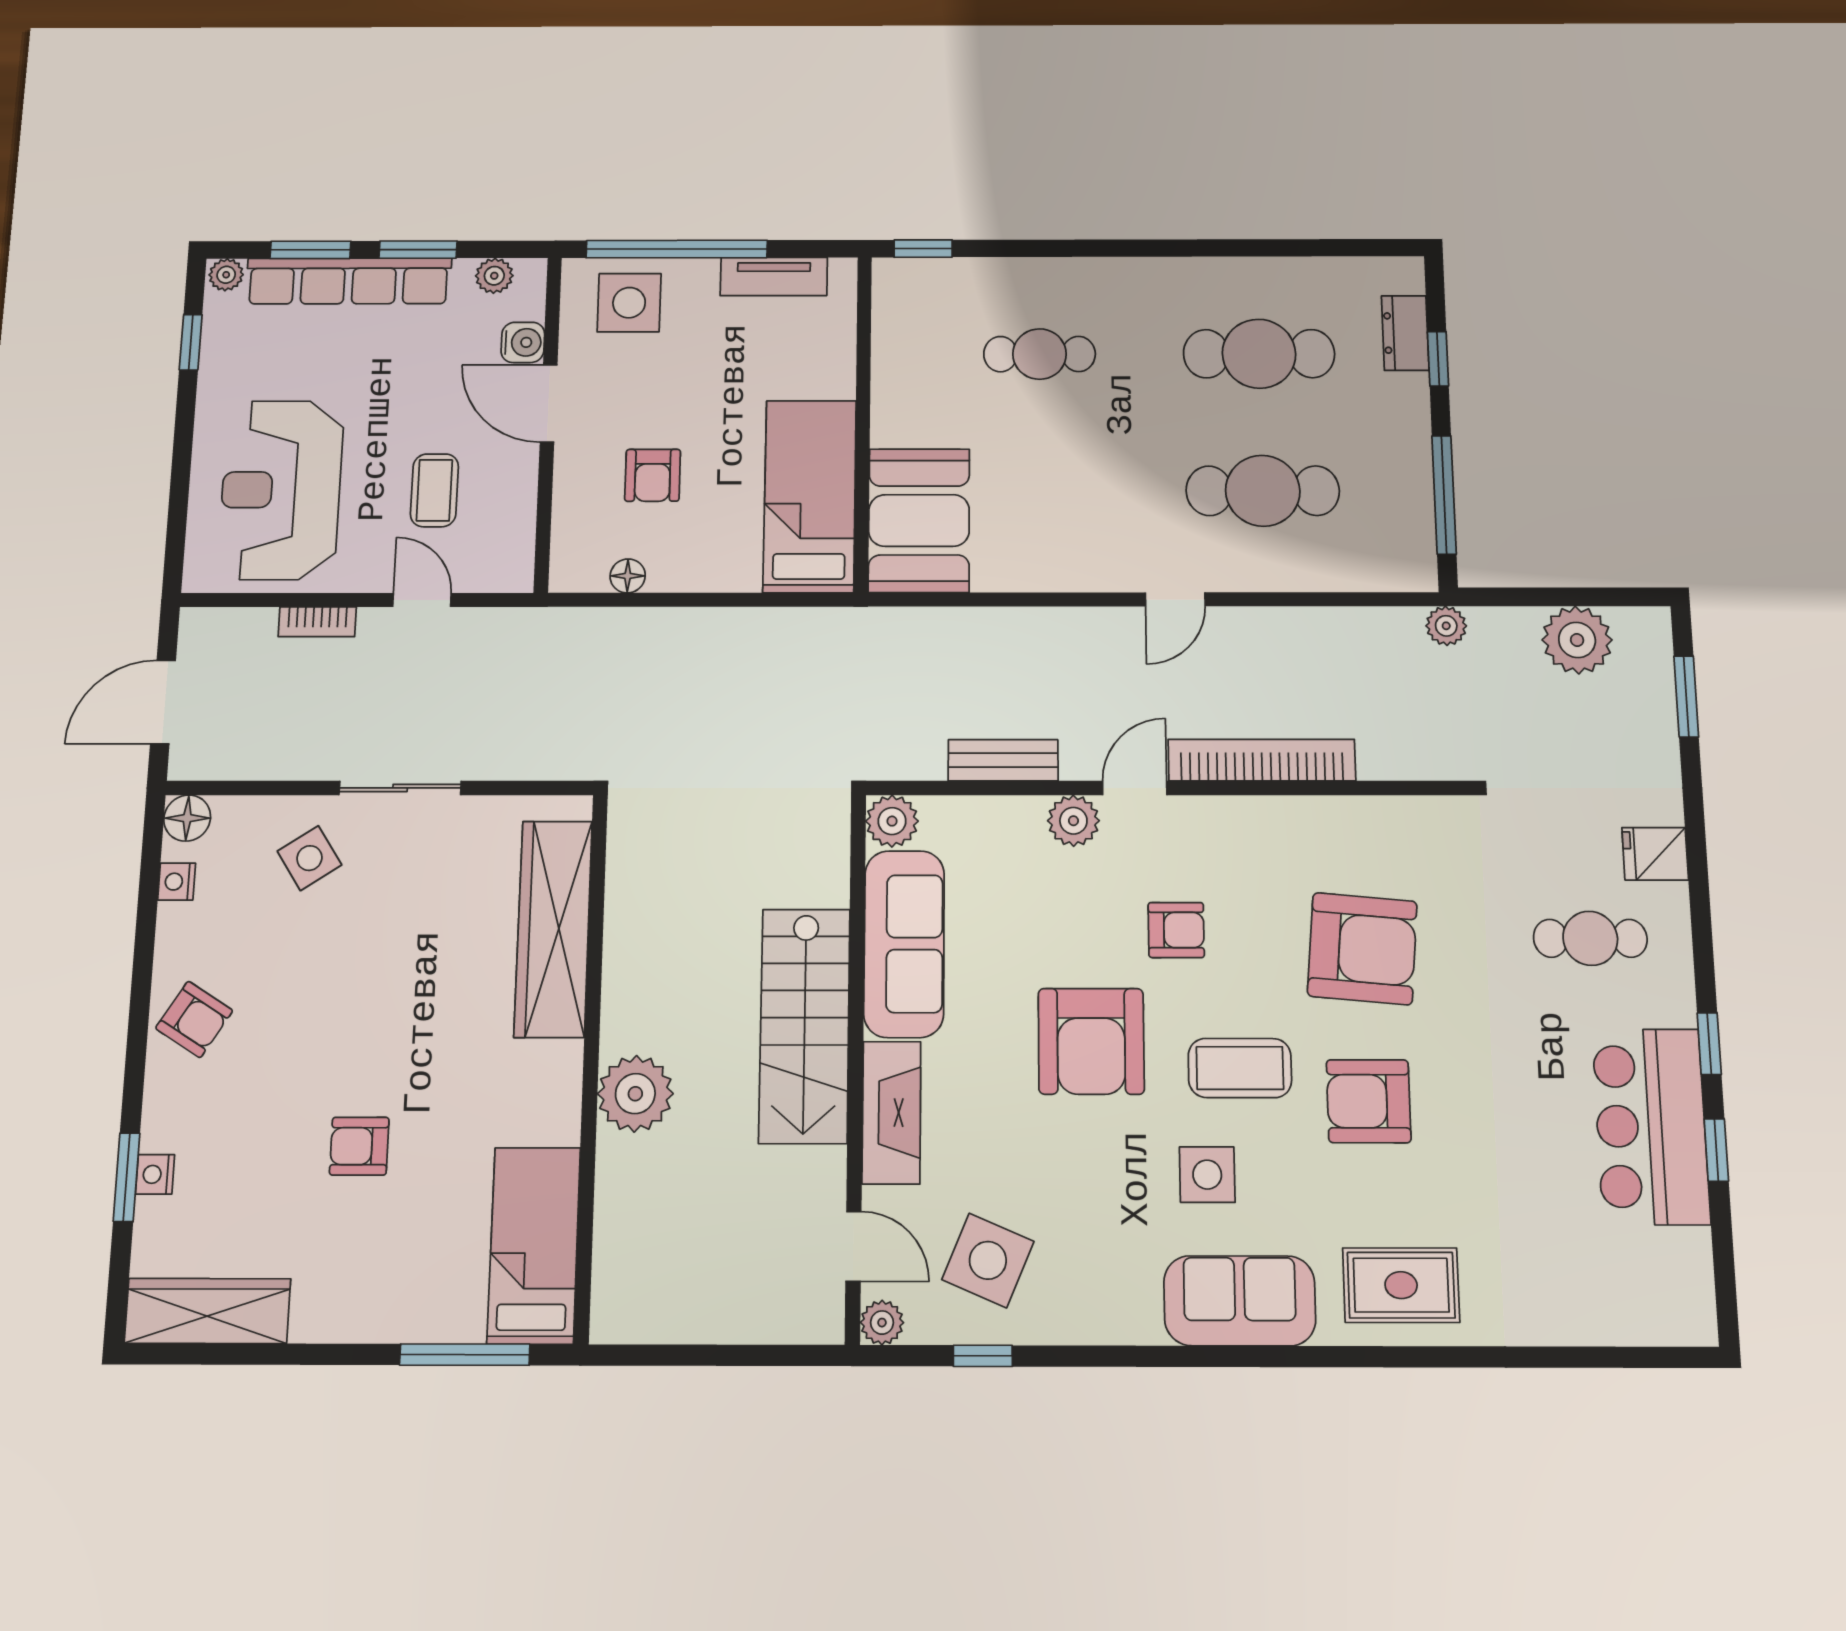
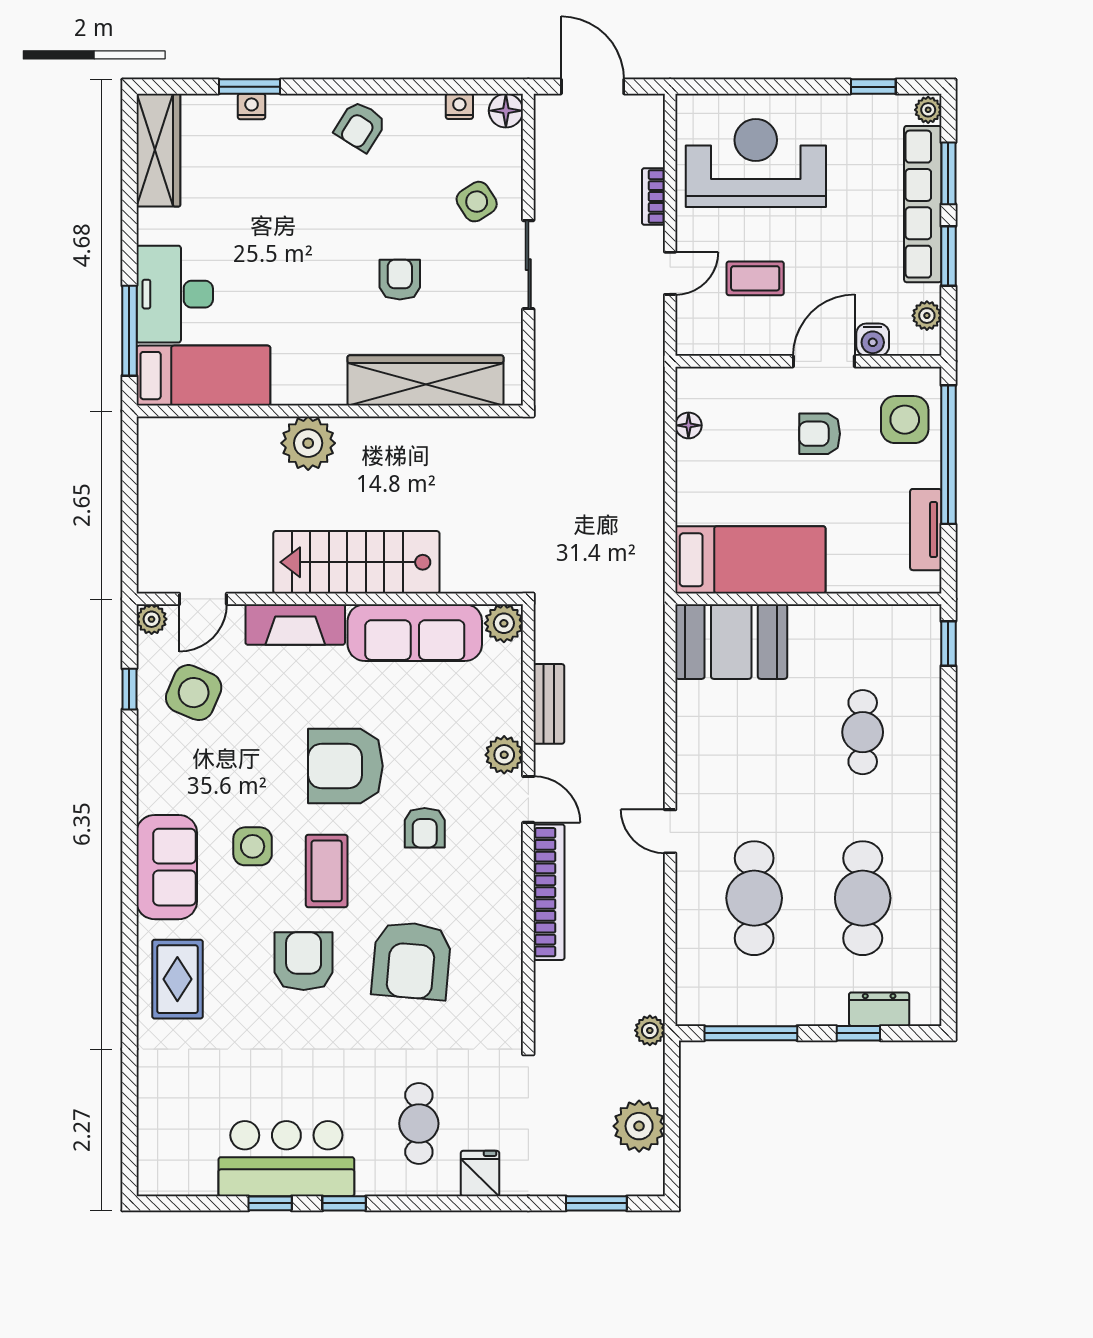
armchair: (653, 475) -> (820, 434), moved
armchair: (359, 1146) -> (400, 280), moved
desk: (415, 1287) -> (175, 294), added

